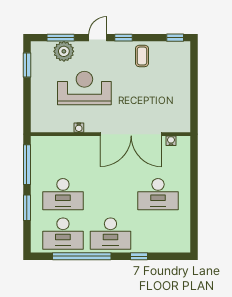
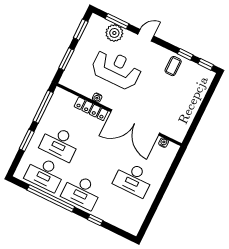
window: (123, 38) -> (185, 54), moved
window: (27, 103) -> (66, 59), added
locker: (78, 142) -> (91, 109), added

